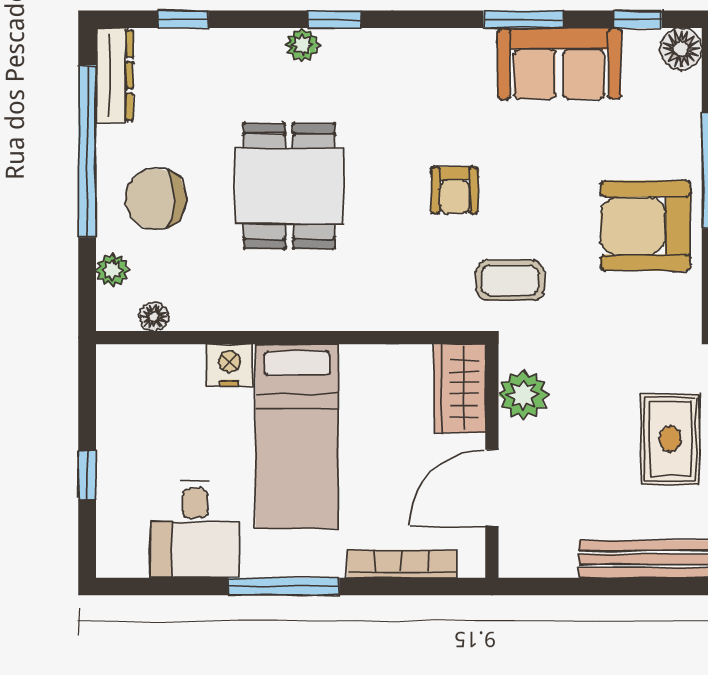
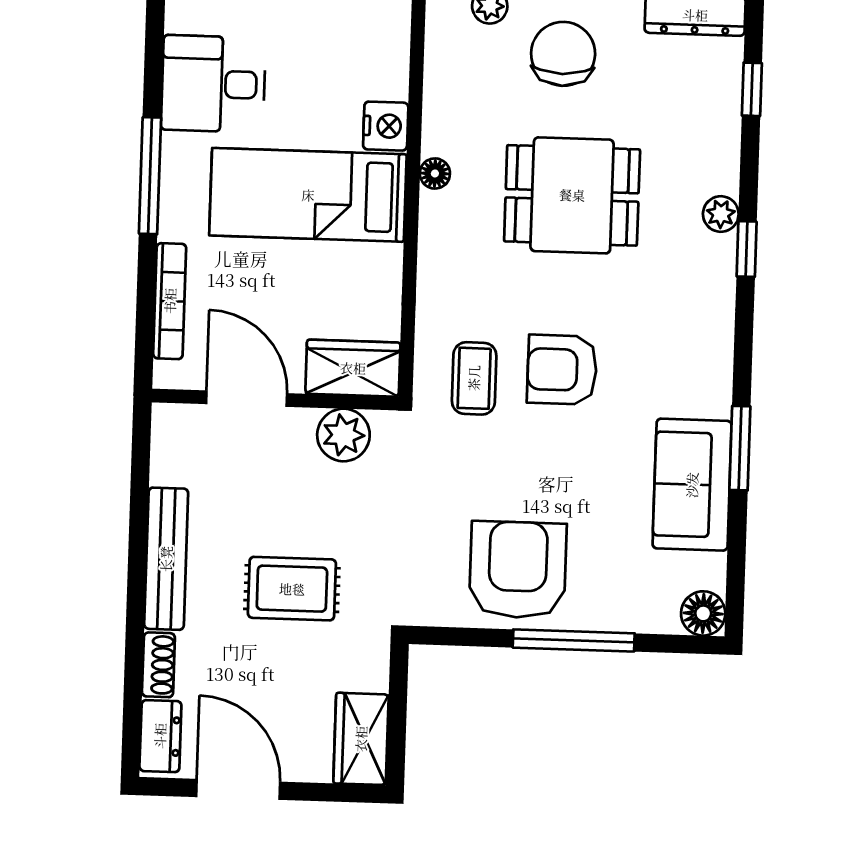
window: (638, 19) -> (736, 569), removed
armchair: (455, 190) -> (562, 370), width x1.38, depth x1.38
coffee table: (510, 280) -> (474, 378), moved
floor lamp: (154, 317) -> (435, 173), moved

